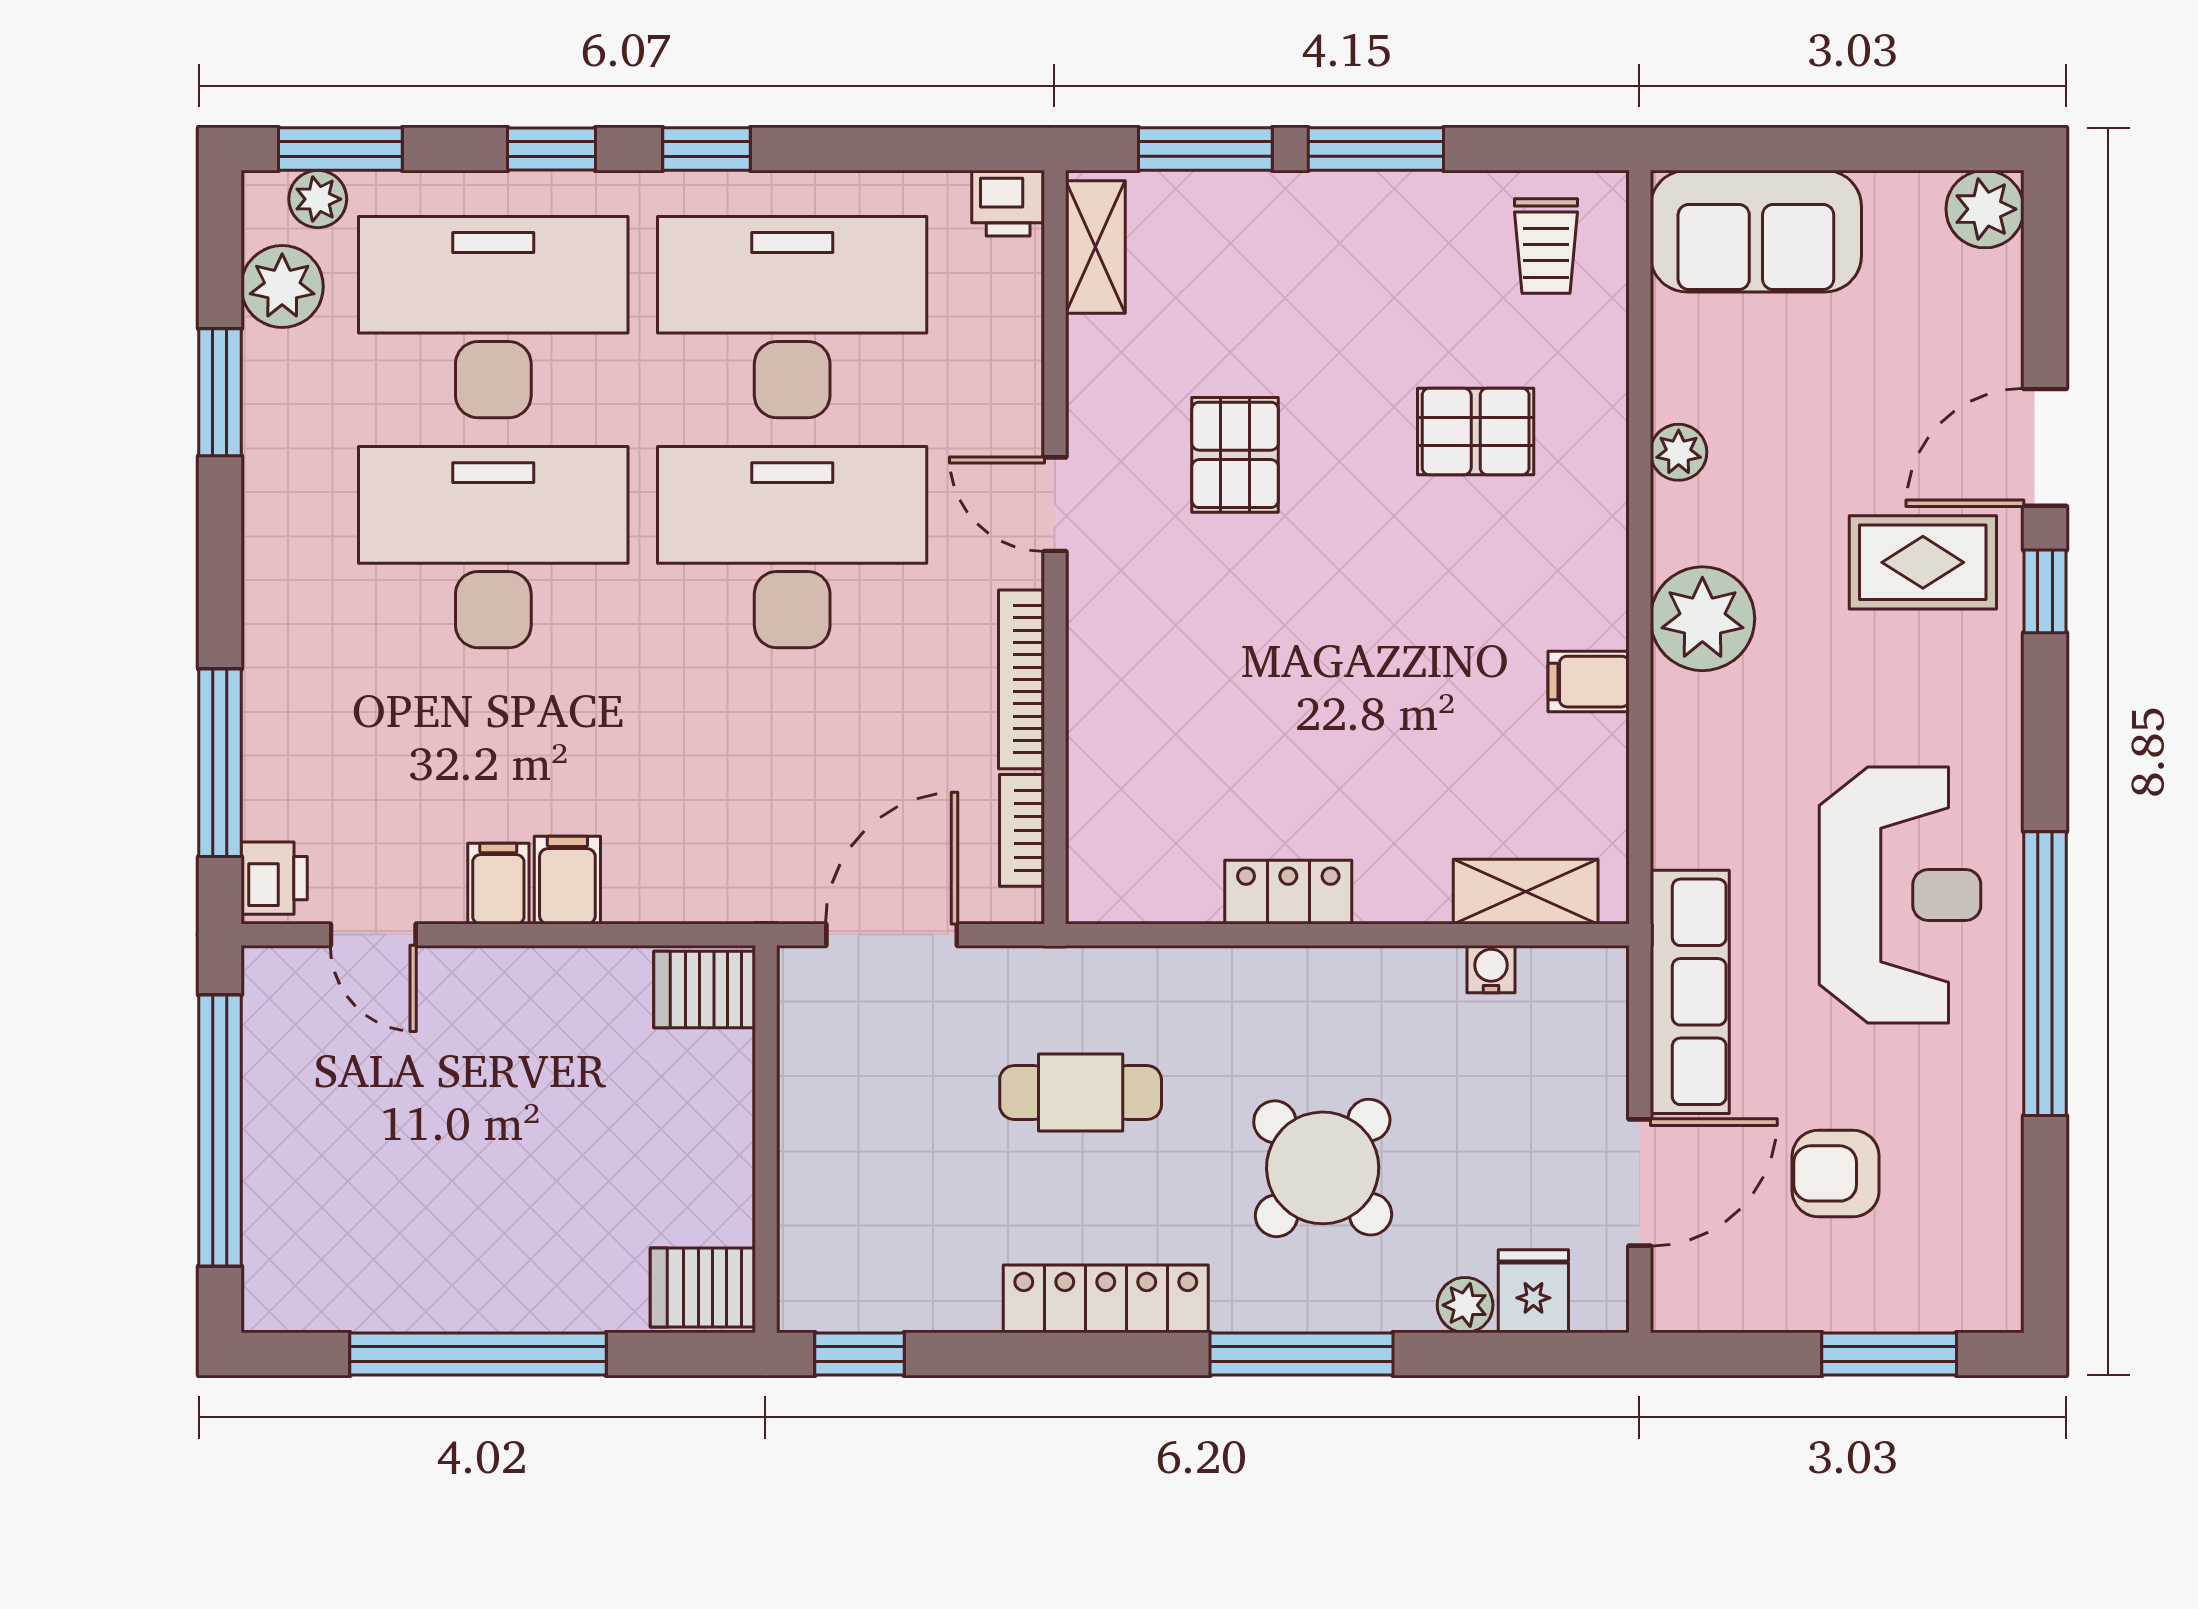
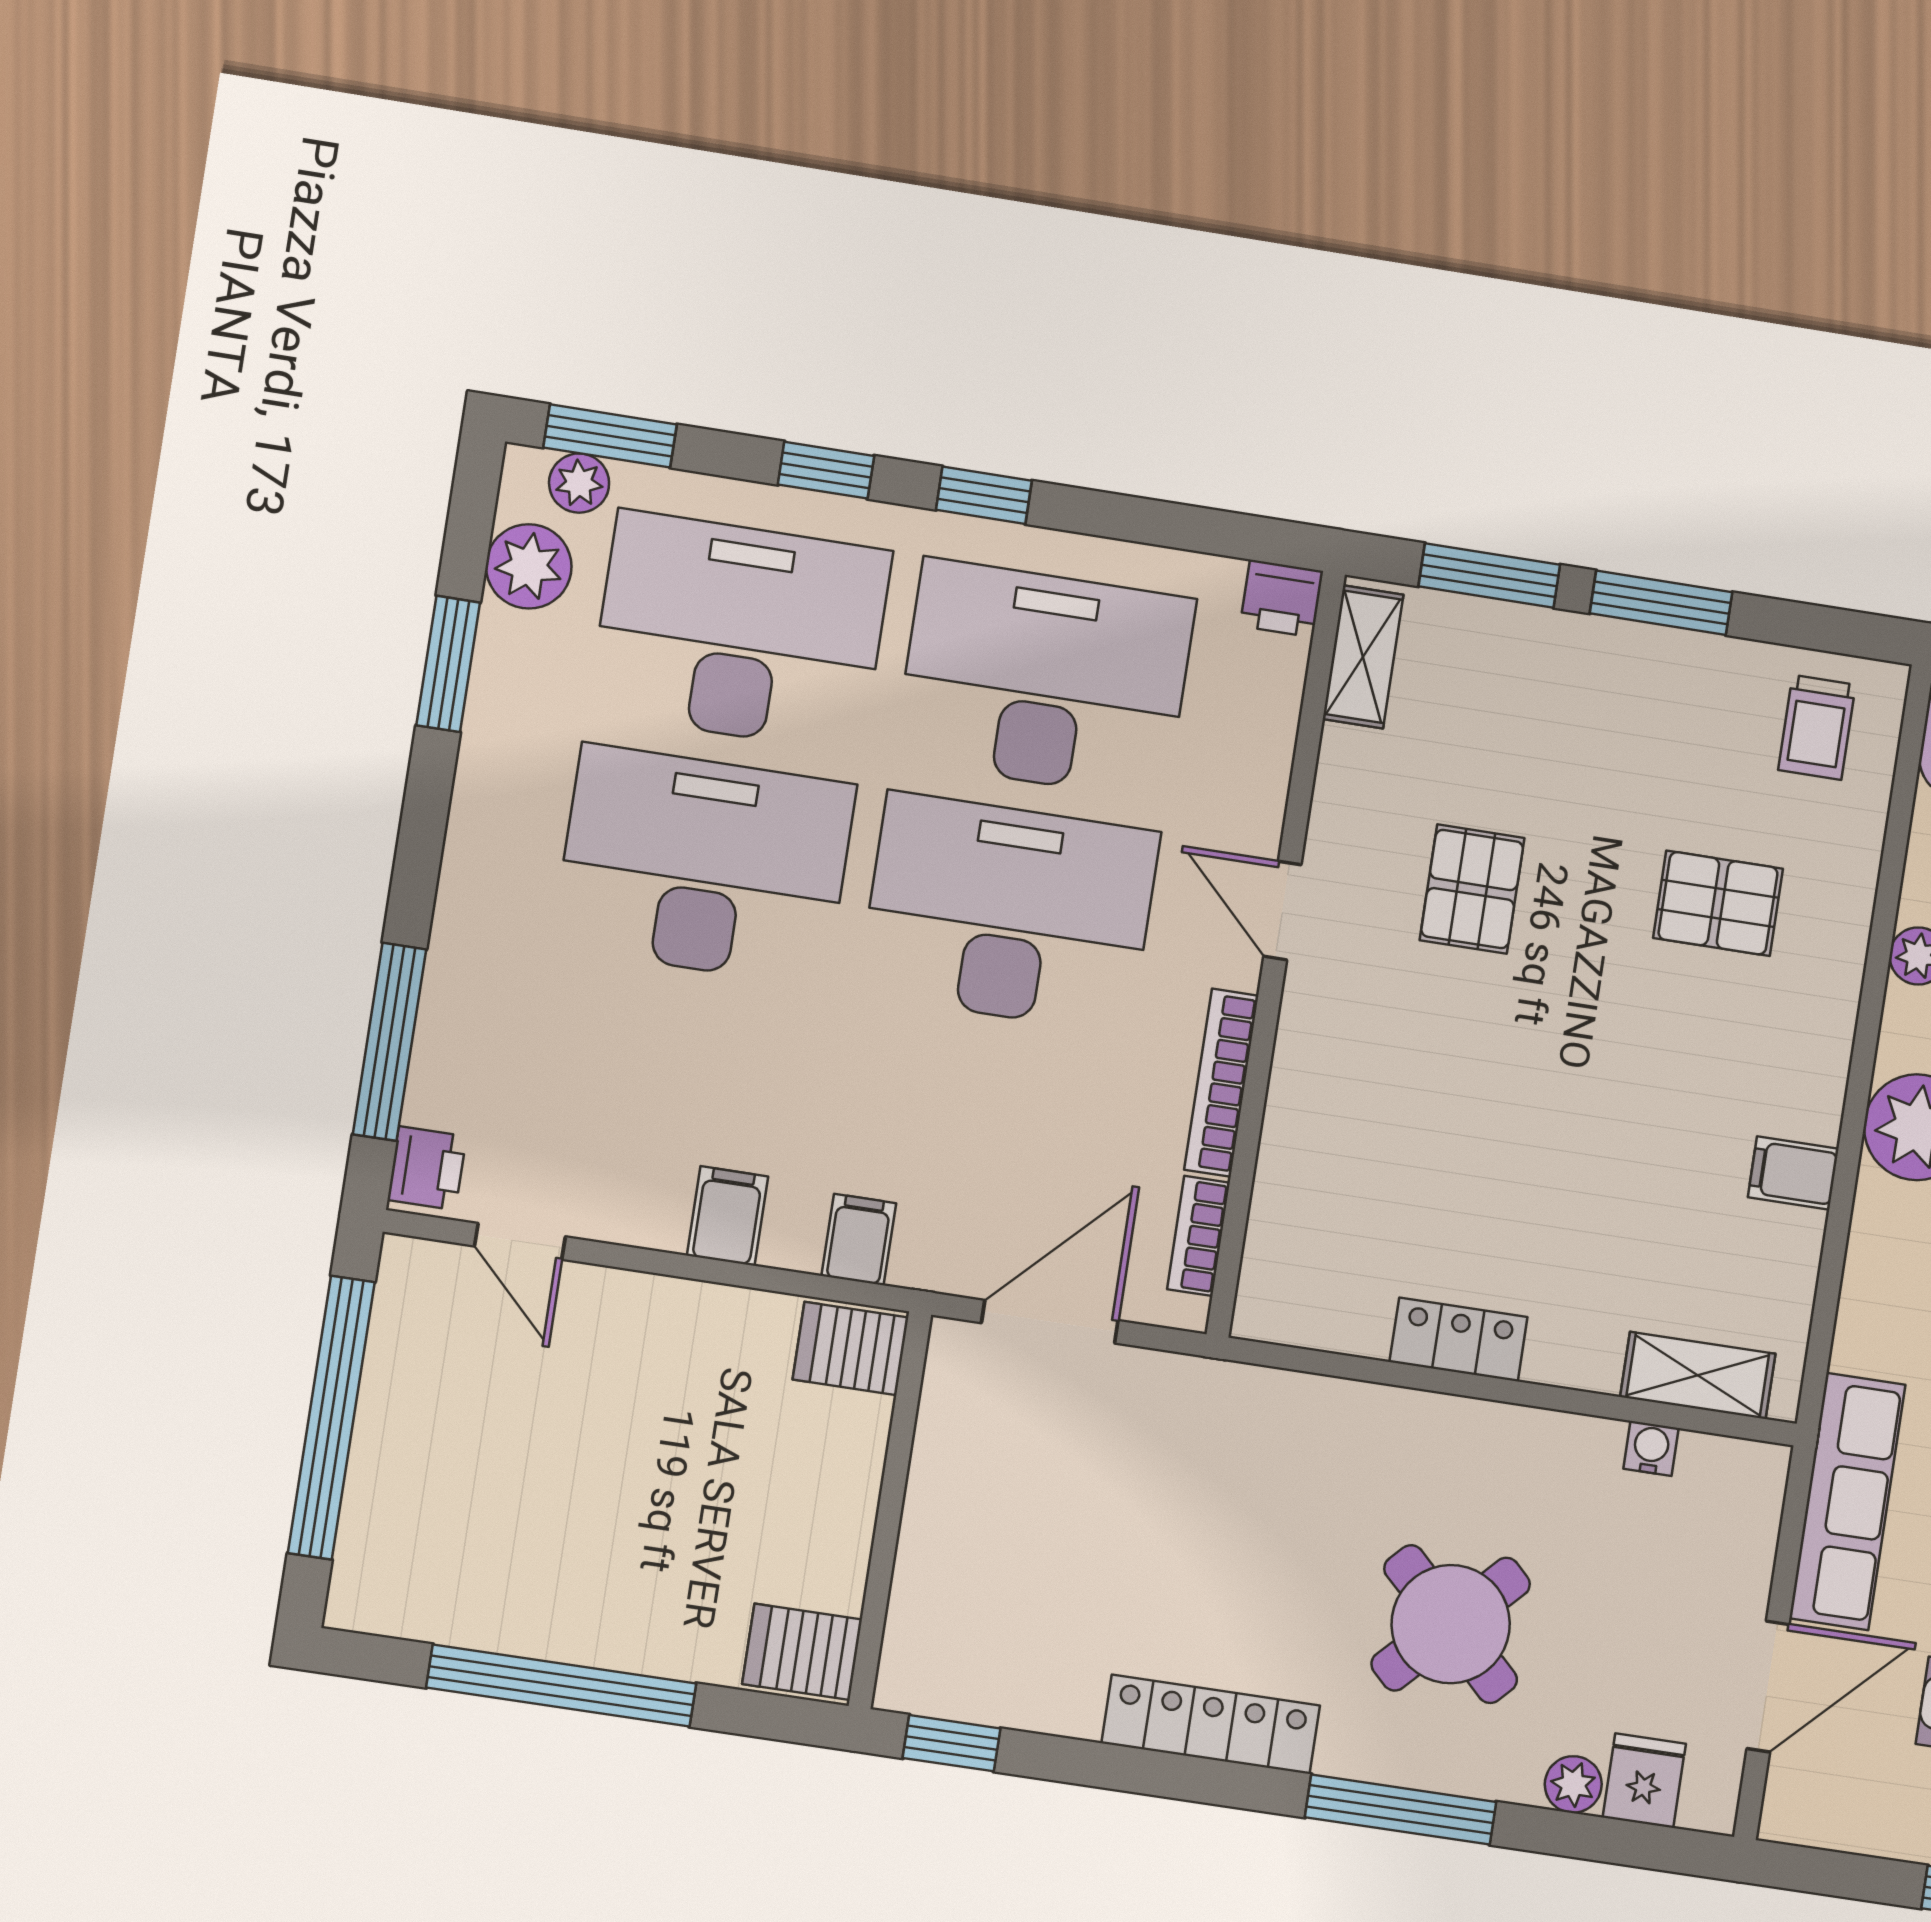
filing cabinet: (498, 884) -> (859, 1240), moved
cafe table: (1081, 1092) -> (1217, 1511), removed

